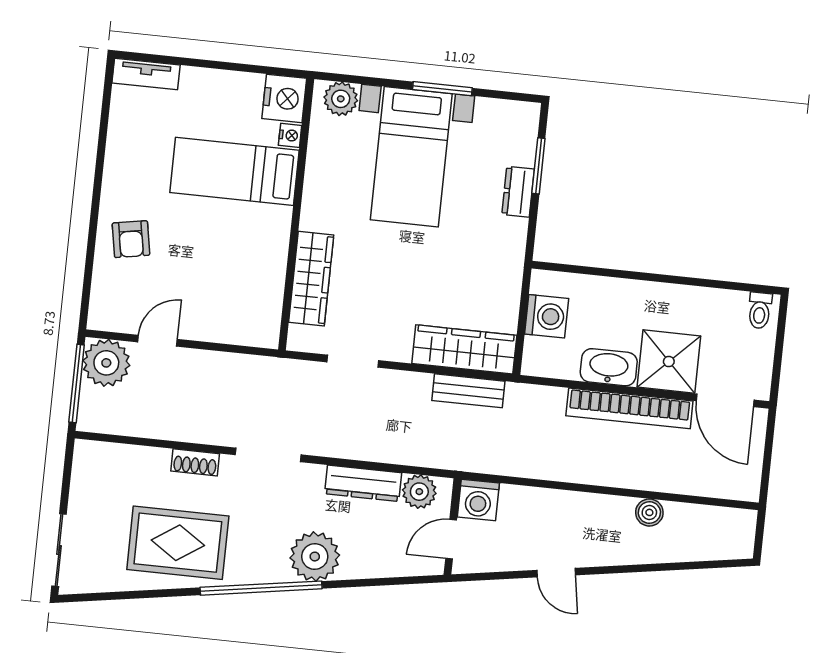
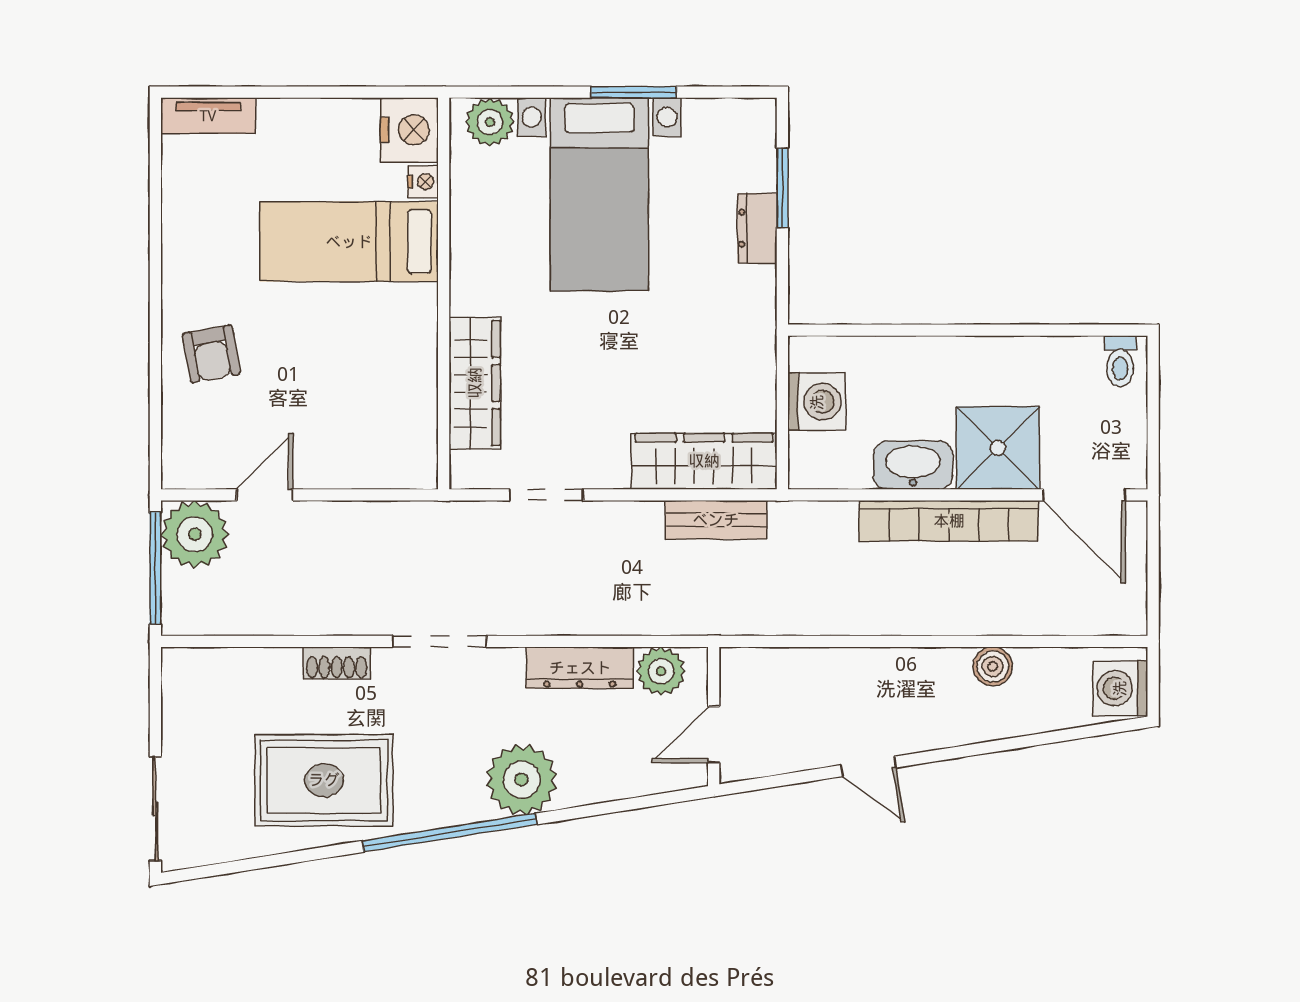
washing machine: (478, 500) -> (1120, 688), moved, turned 90

